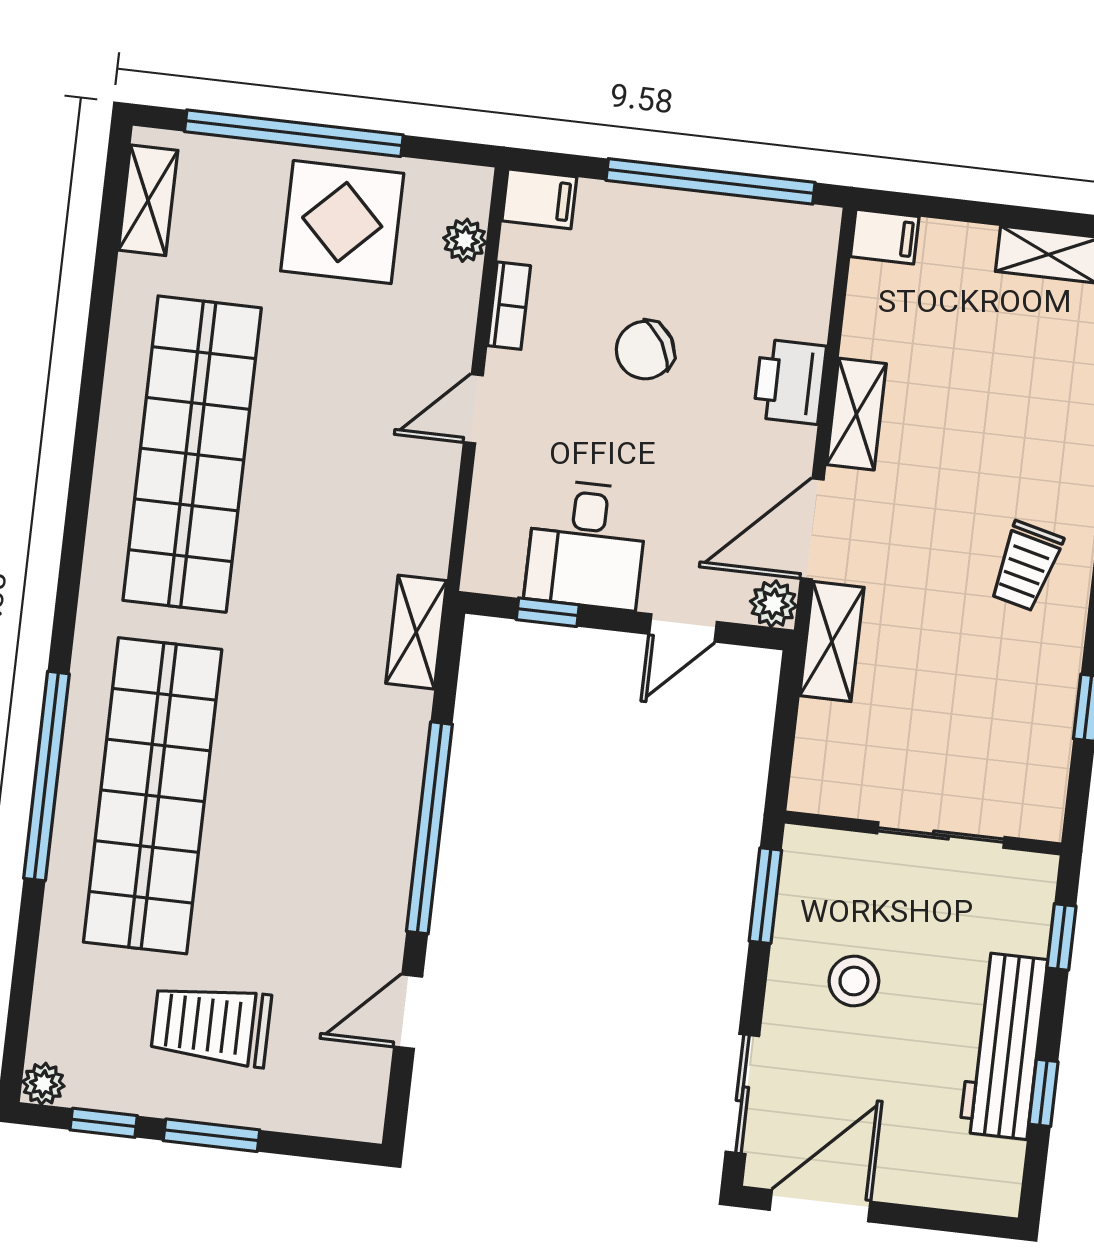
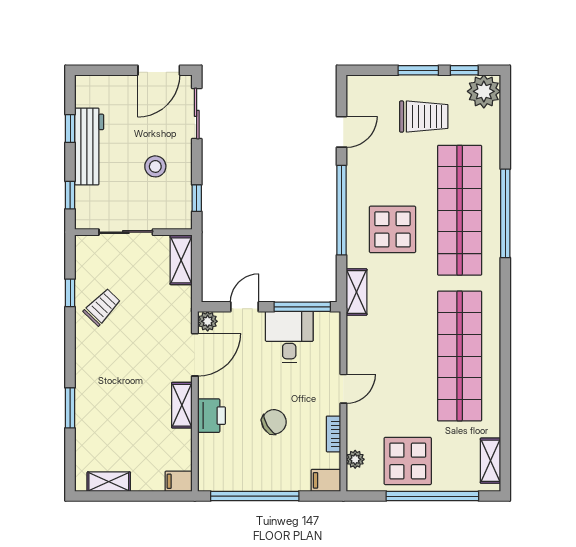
trolley: (1026, 566) -> (102, 307), moved, turned 30
window: (548, 612) -> (302, 307), width x2.17
shelving: (832, 642) -> (181, 260), moved
display table: (315, 769) -> (392, 229), added
window: (765, 896) -> (197, 198), width x0.67
plant: (43, 1084) -> (484, 91), width x1.87, depth x1.87

